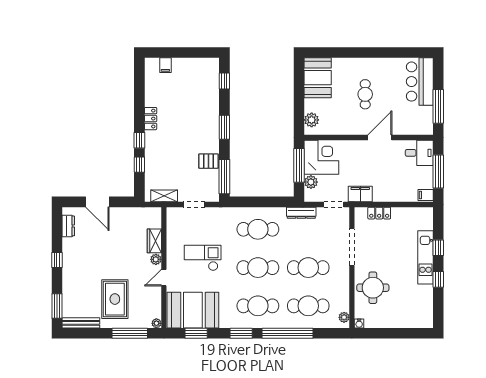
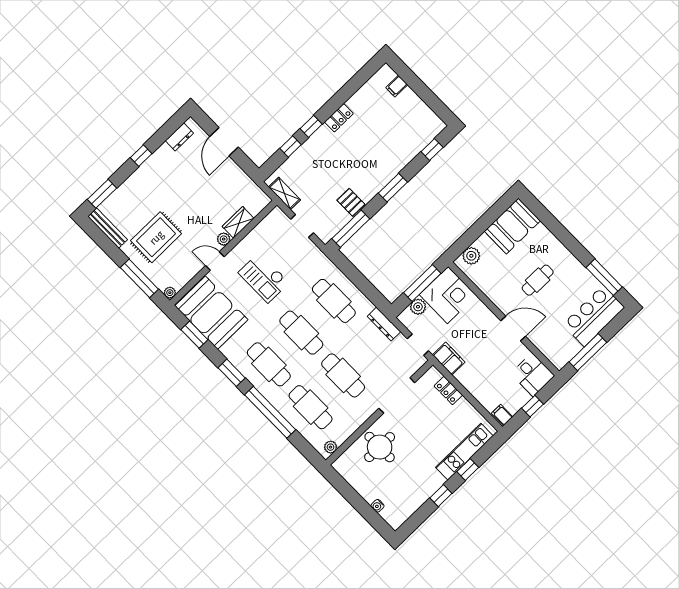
window: (403, 52) -> (604, 277), added
window: (438, 172) -> (532, 406), width x0.46
kitchen unit: (426, 257) -> (464, 452), moved
checkout: (203, 258) -> (264, 278), turned 180
water cooler: (359, 324) -> (377, 506), moved

